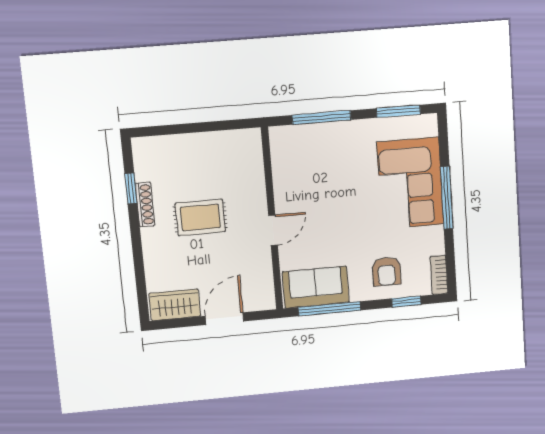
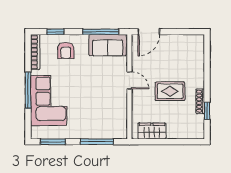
door: (273, 230) -> (129, 80), swing flipped
armchair: (387, 271) -> (66, 51), turned 180
bookcase: (439, 275) -> (35, 52), width x1.56
wardrobe: (175, 305) -> (152, 131), moved, turned 180
door: (224, 319) -> (149, 32), moved

